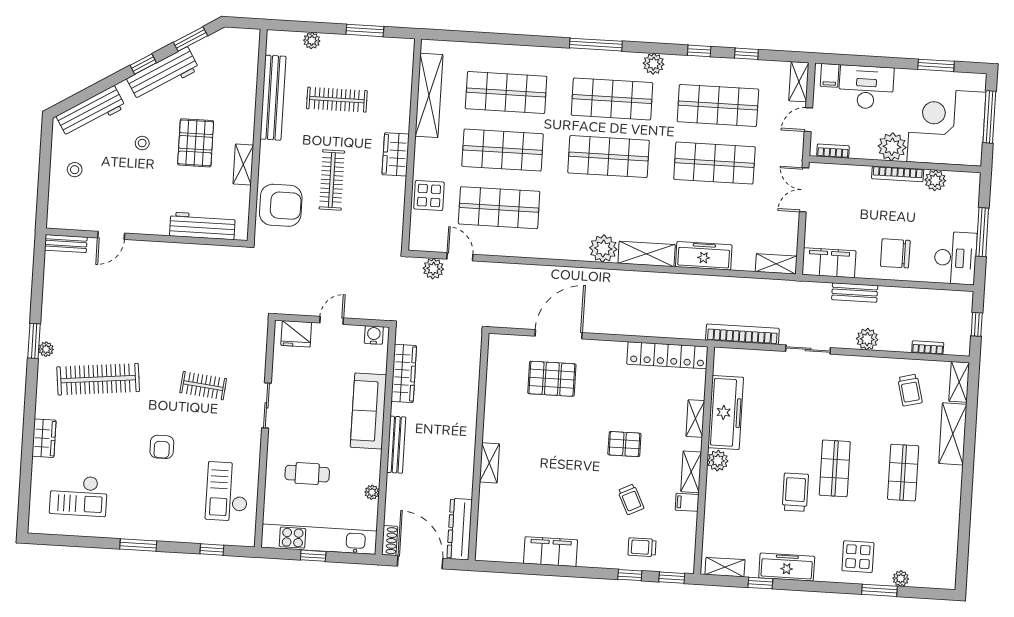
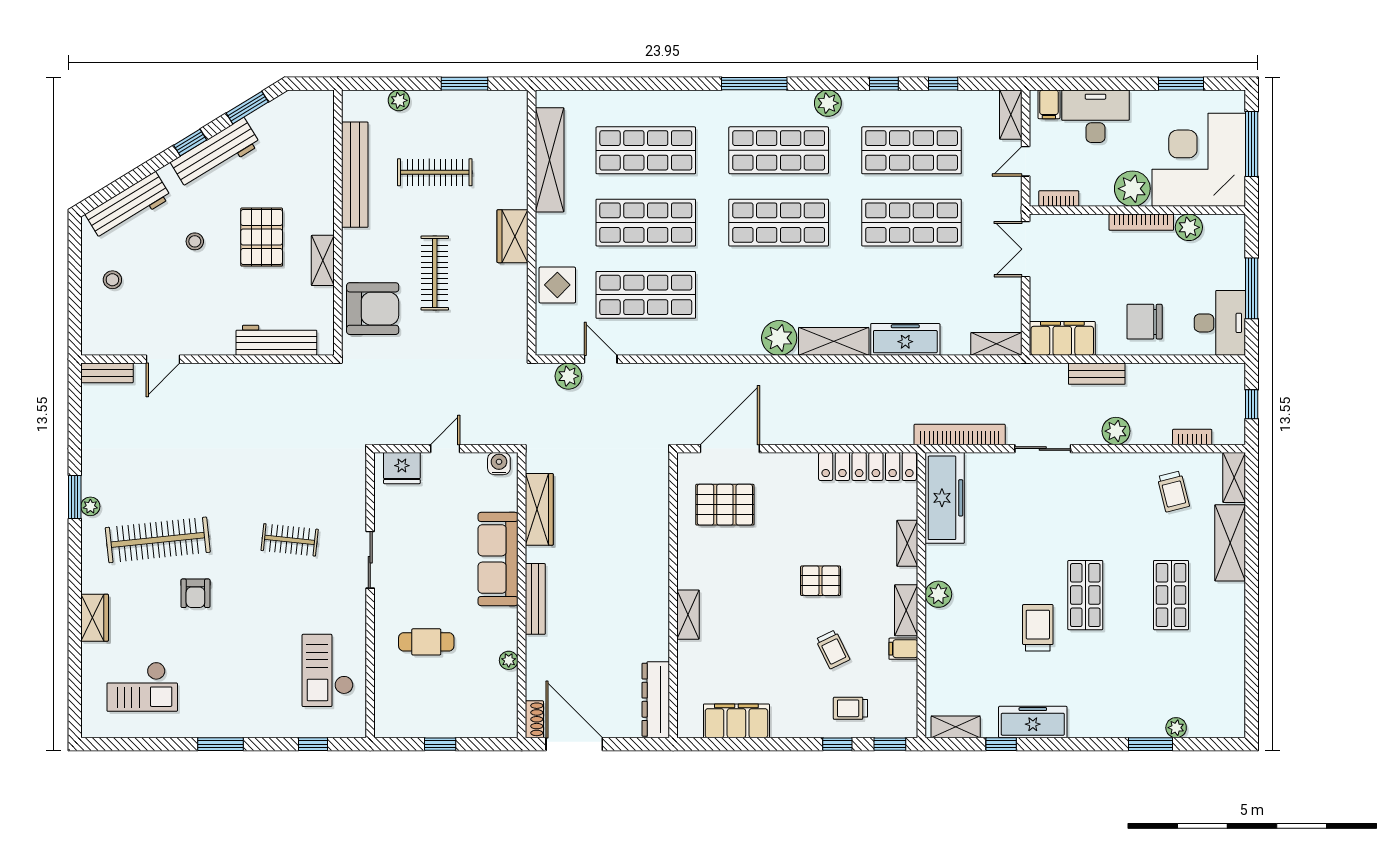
freezer: (726, 412) -> (945, 498), moved
armchair: (162, 447) -> (195, 593), moved
wall: (479, 447) -> (673, 595), moved
shelving: (489, 463) -> (688, 615), moved
dresser: (460, 529) -> (656, 700), moved
kitchen unit: (319, 539) -> (446, 723), removed
display table: (858, 557) -> (1121, 704), removed

